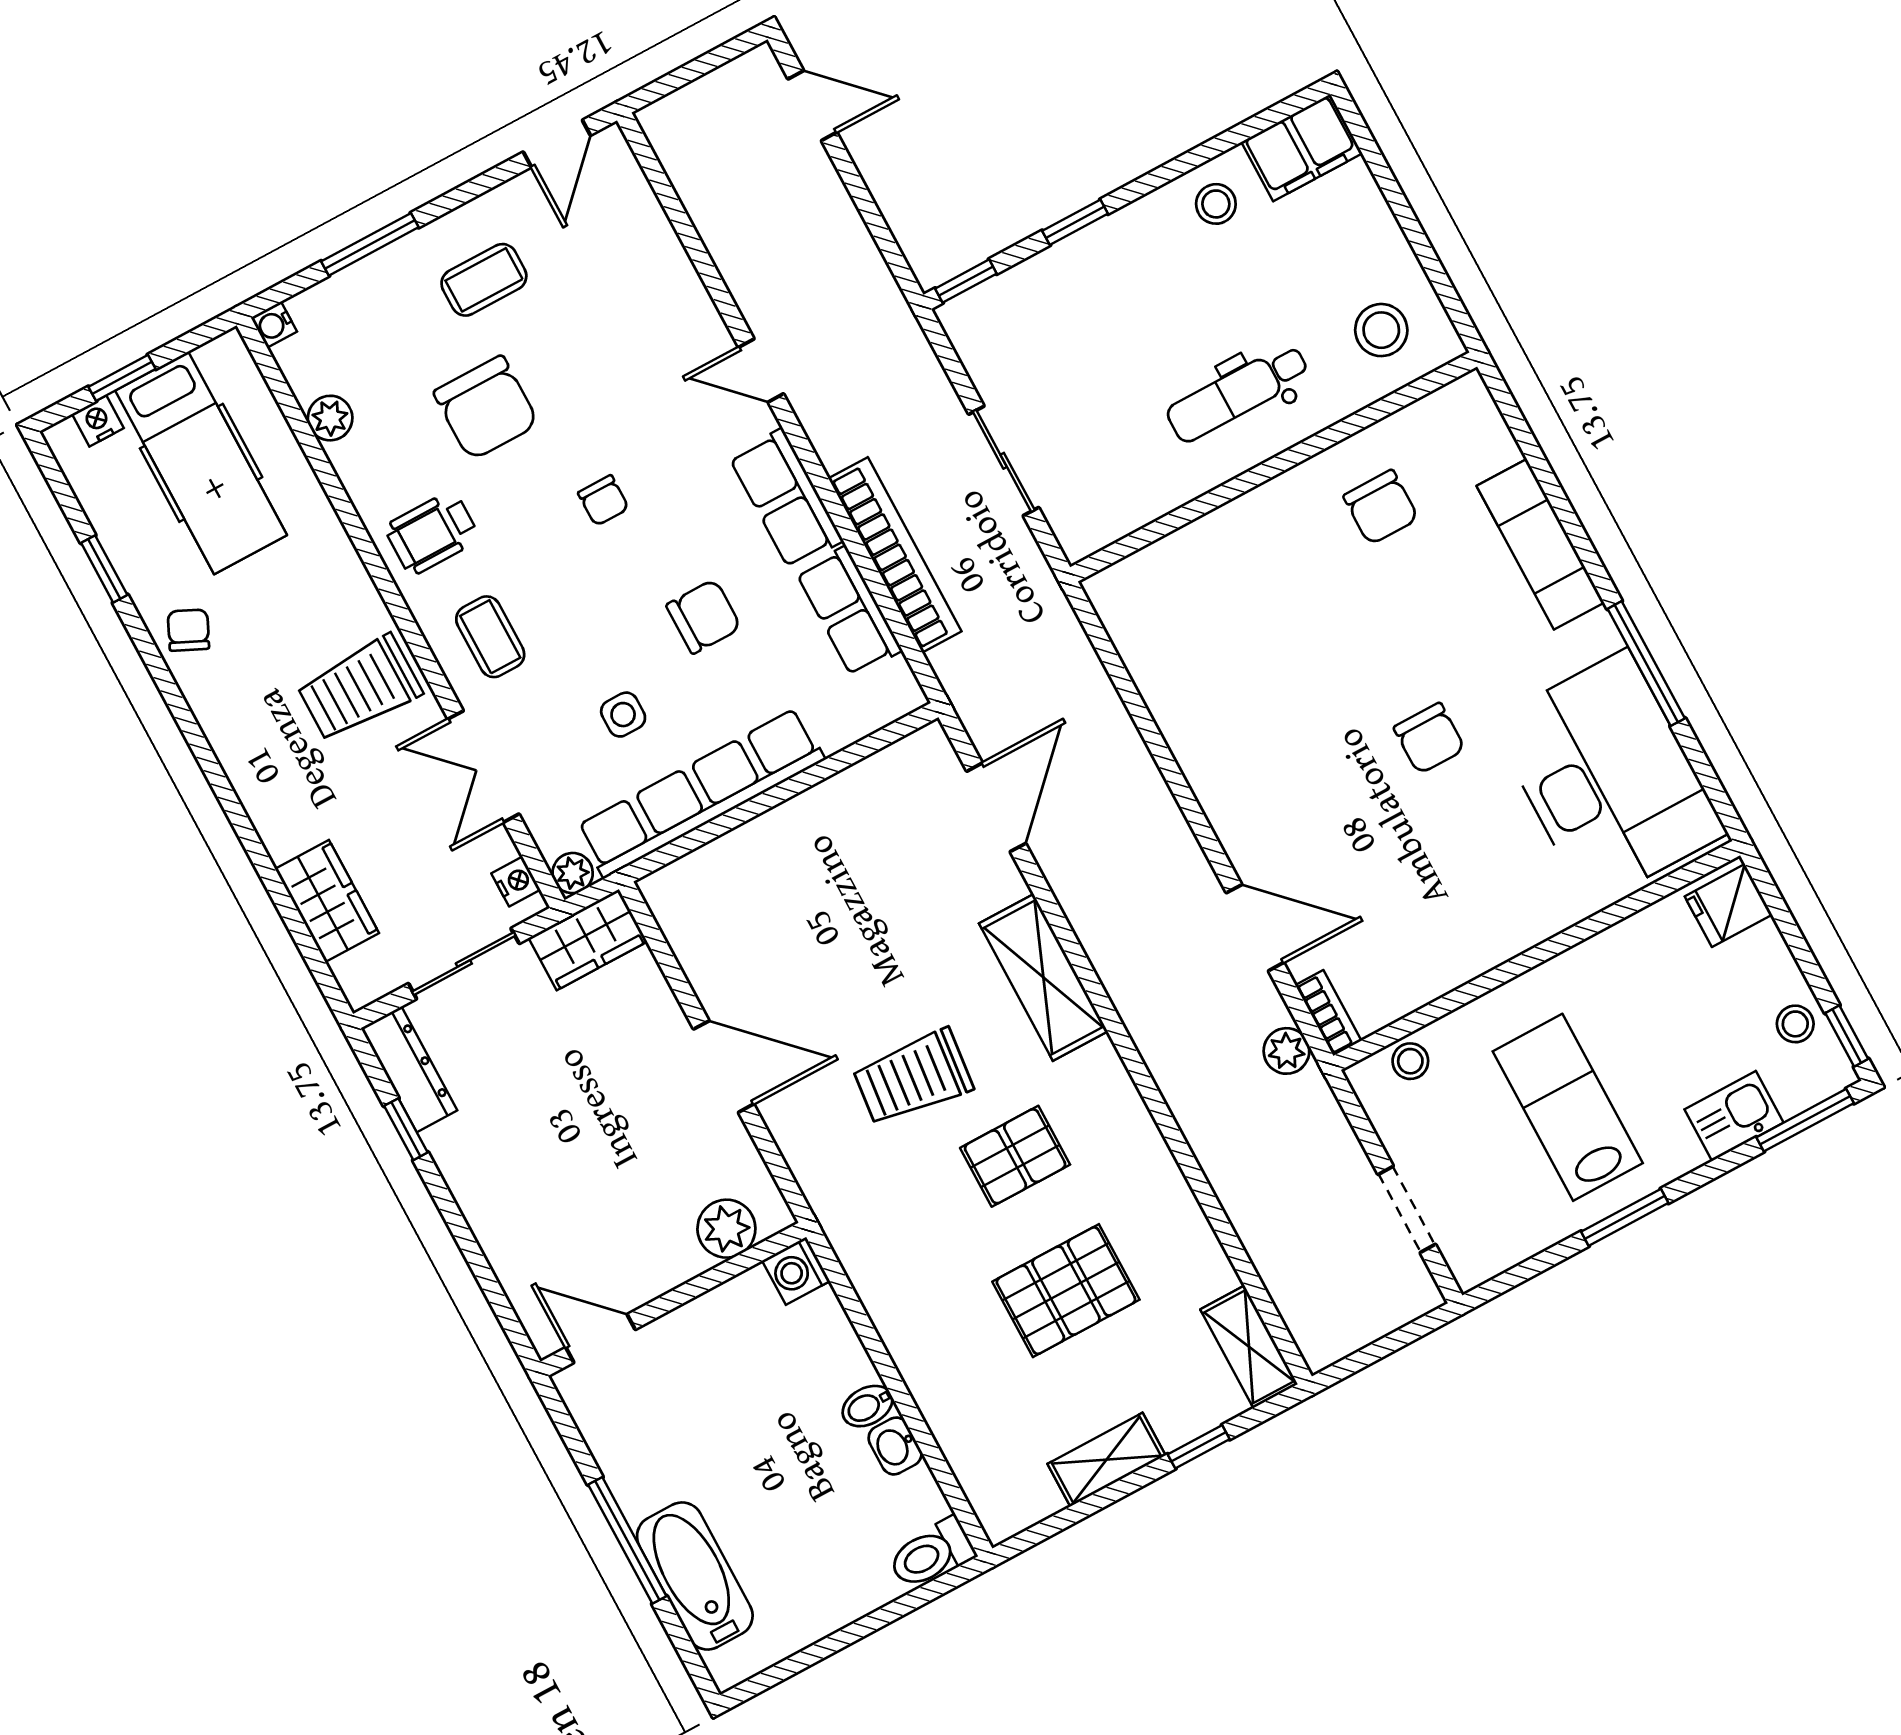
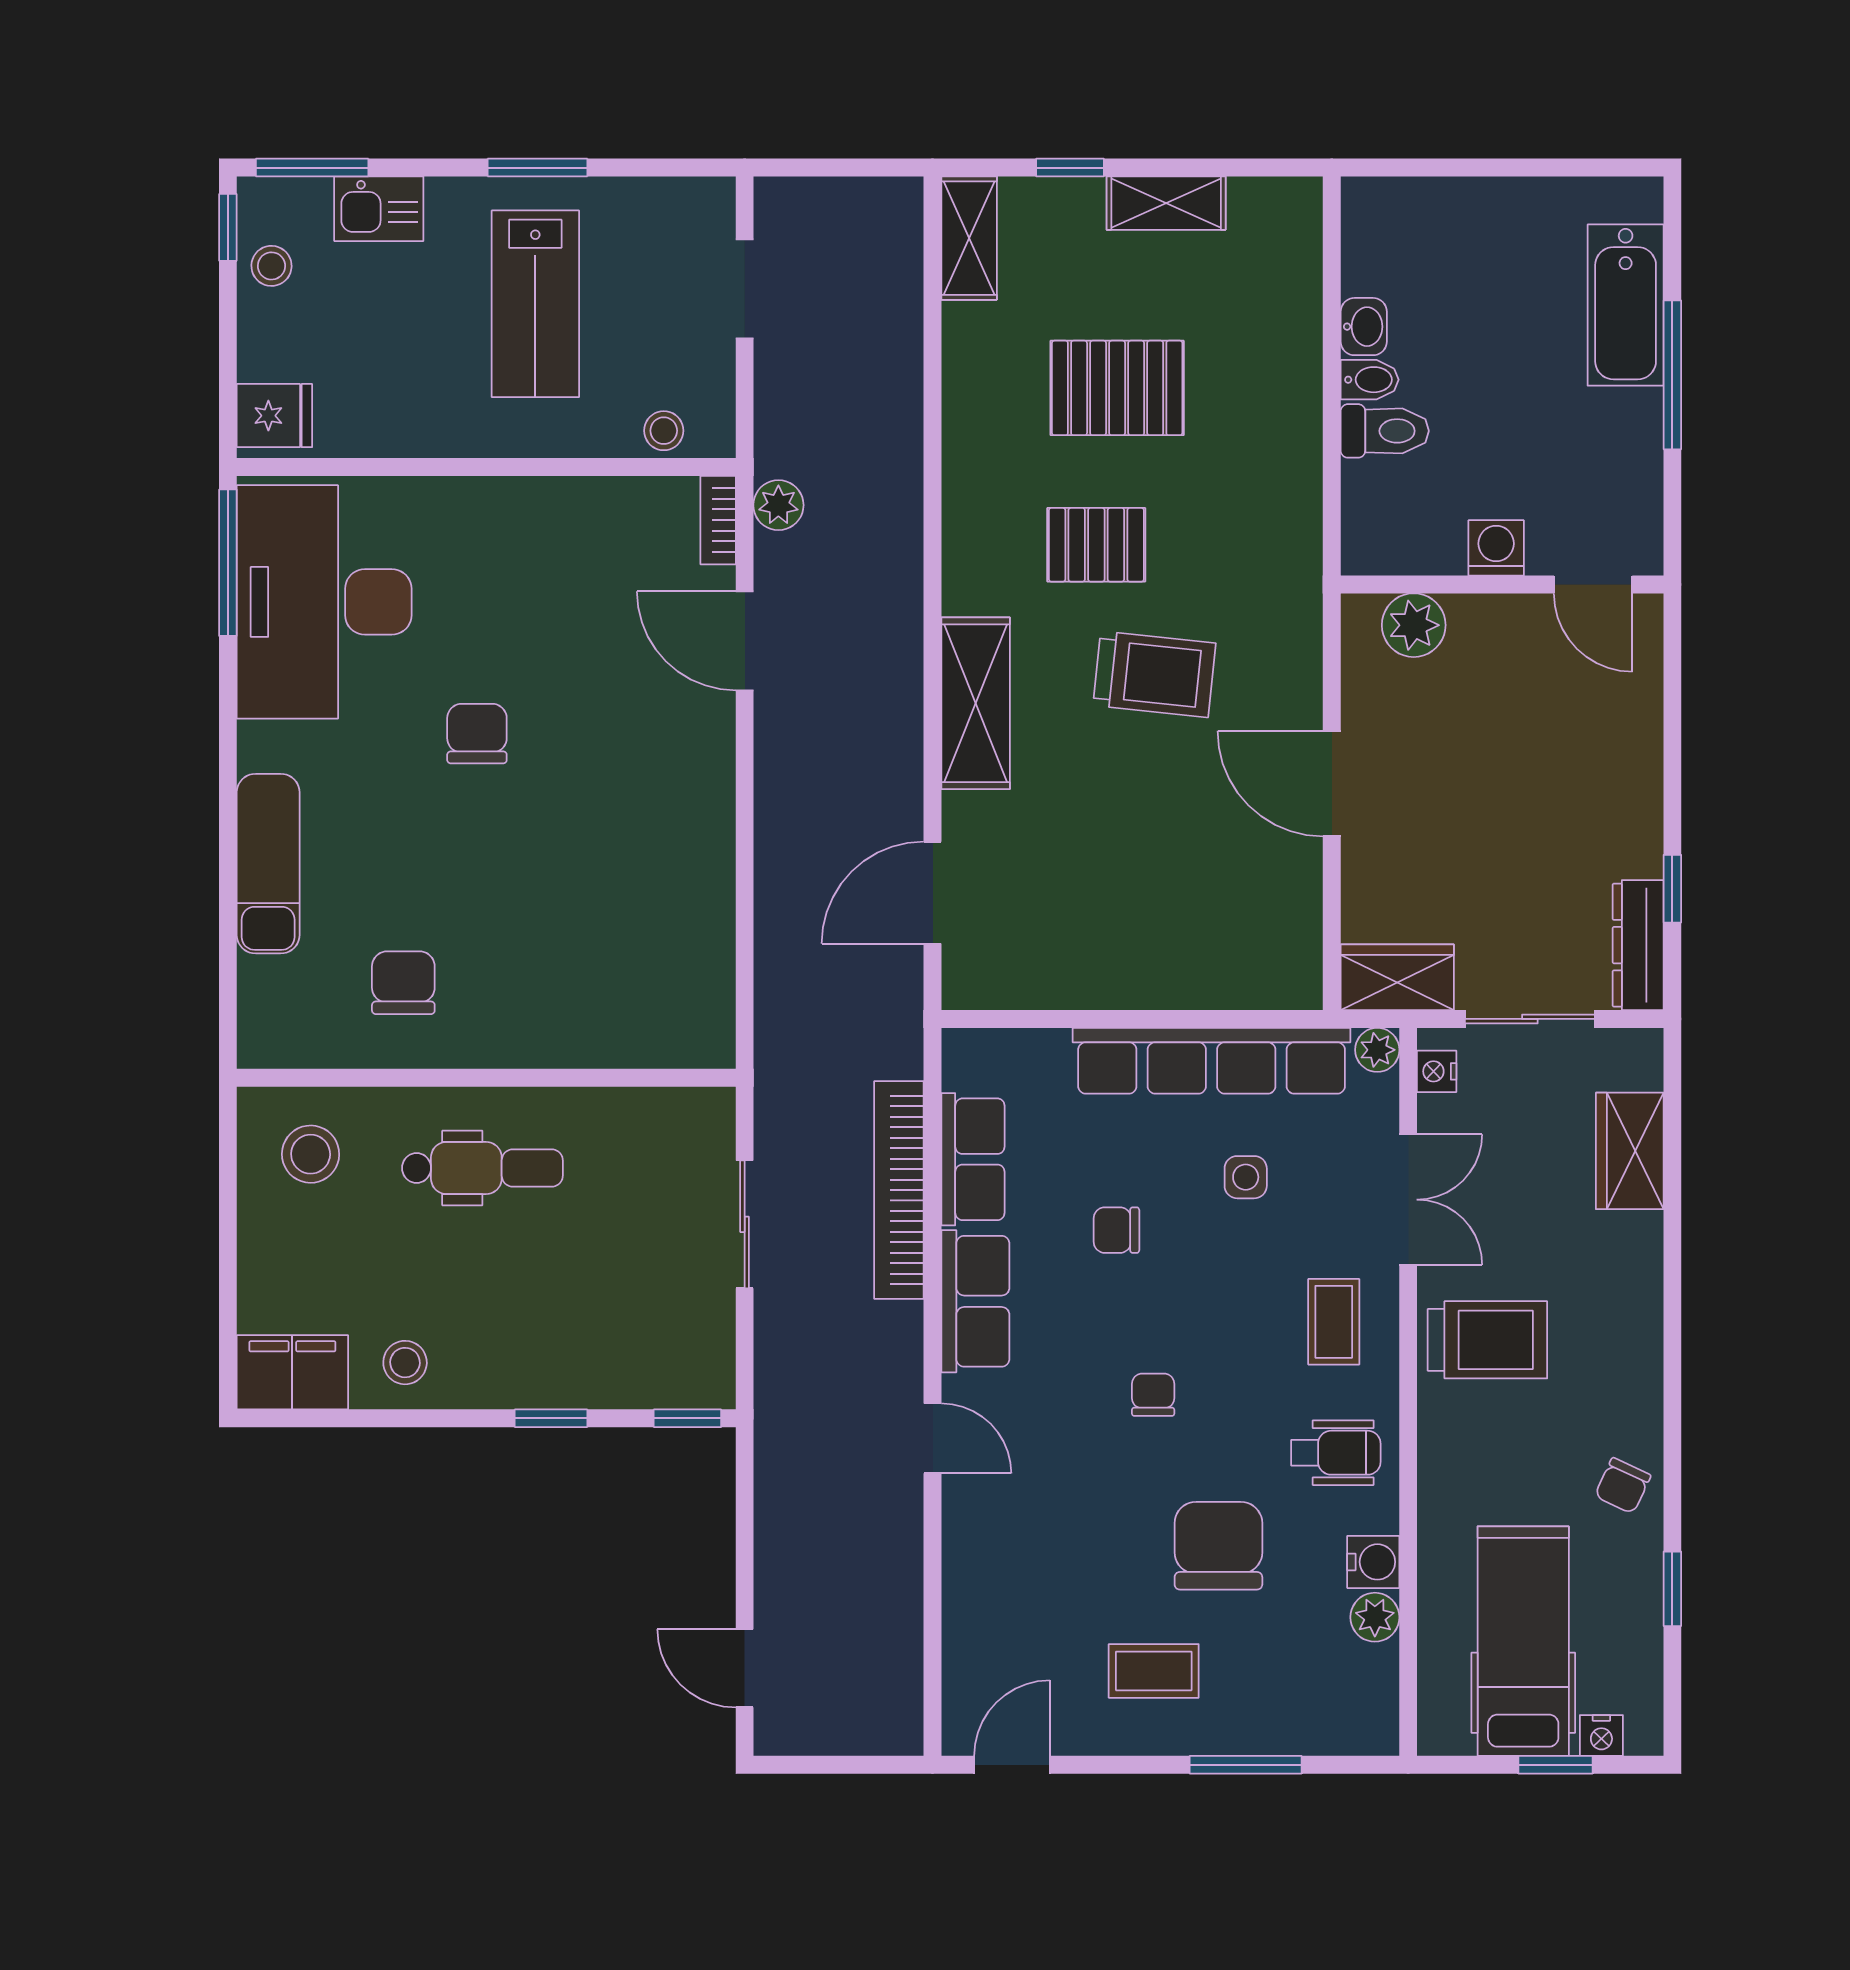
water cooler: (274, 325) -> (1373, 1562), moved, width x1.38, depth x1.38
chair: (704, 616) -> (1116, 1230), width x0.73, depth x0.73
window: (1646, 664) -> (228, 563), moved
washing machine: (796, 1271) -> (1496, 548), moved, turned -90
toilet: (931, 1554) -> (1385, 431), moved

